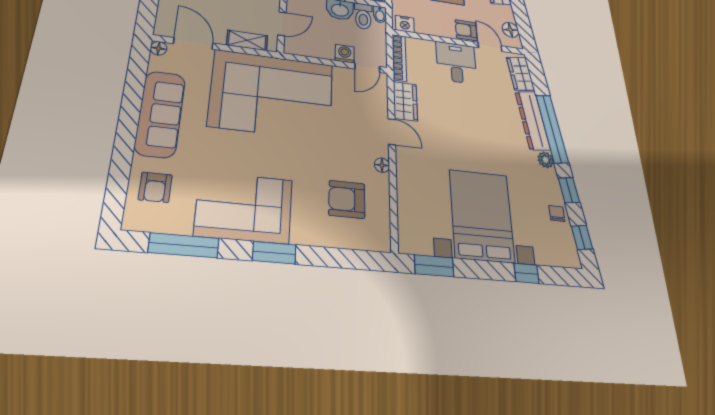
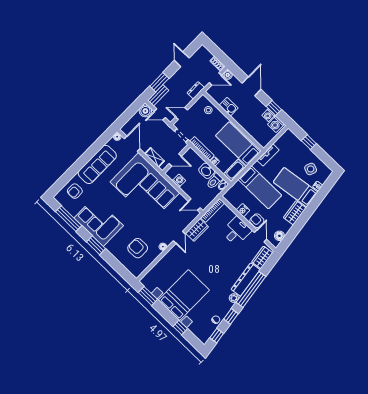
nightstand: (405, 24) -> (243, 210), moved
washing machine: (345, 54) -> (179, 181), moved

